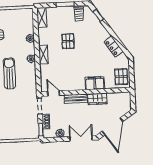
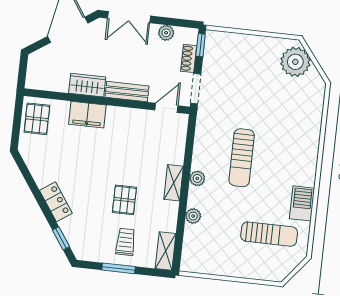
trolley: (79, 14) -> (126, 242), moved
locker: (113, 47) -> (56, 202), moved
door: (54, 93) -> (166, 108), swing flipped

